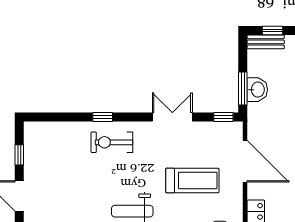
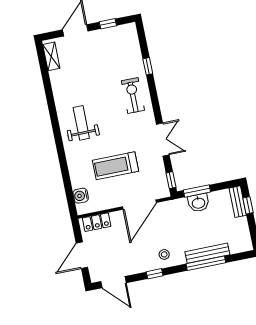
window: (103, 117) -> (148, 66), moved
treadmill: (192, 180) -> (115, 166), turned 90

